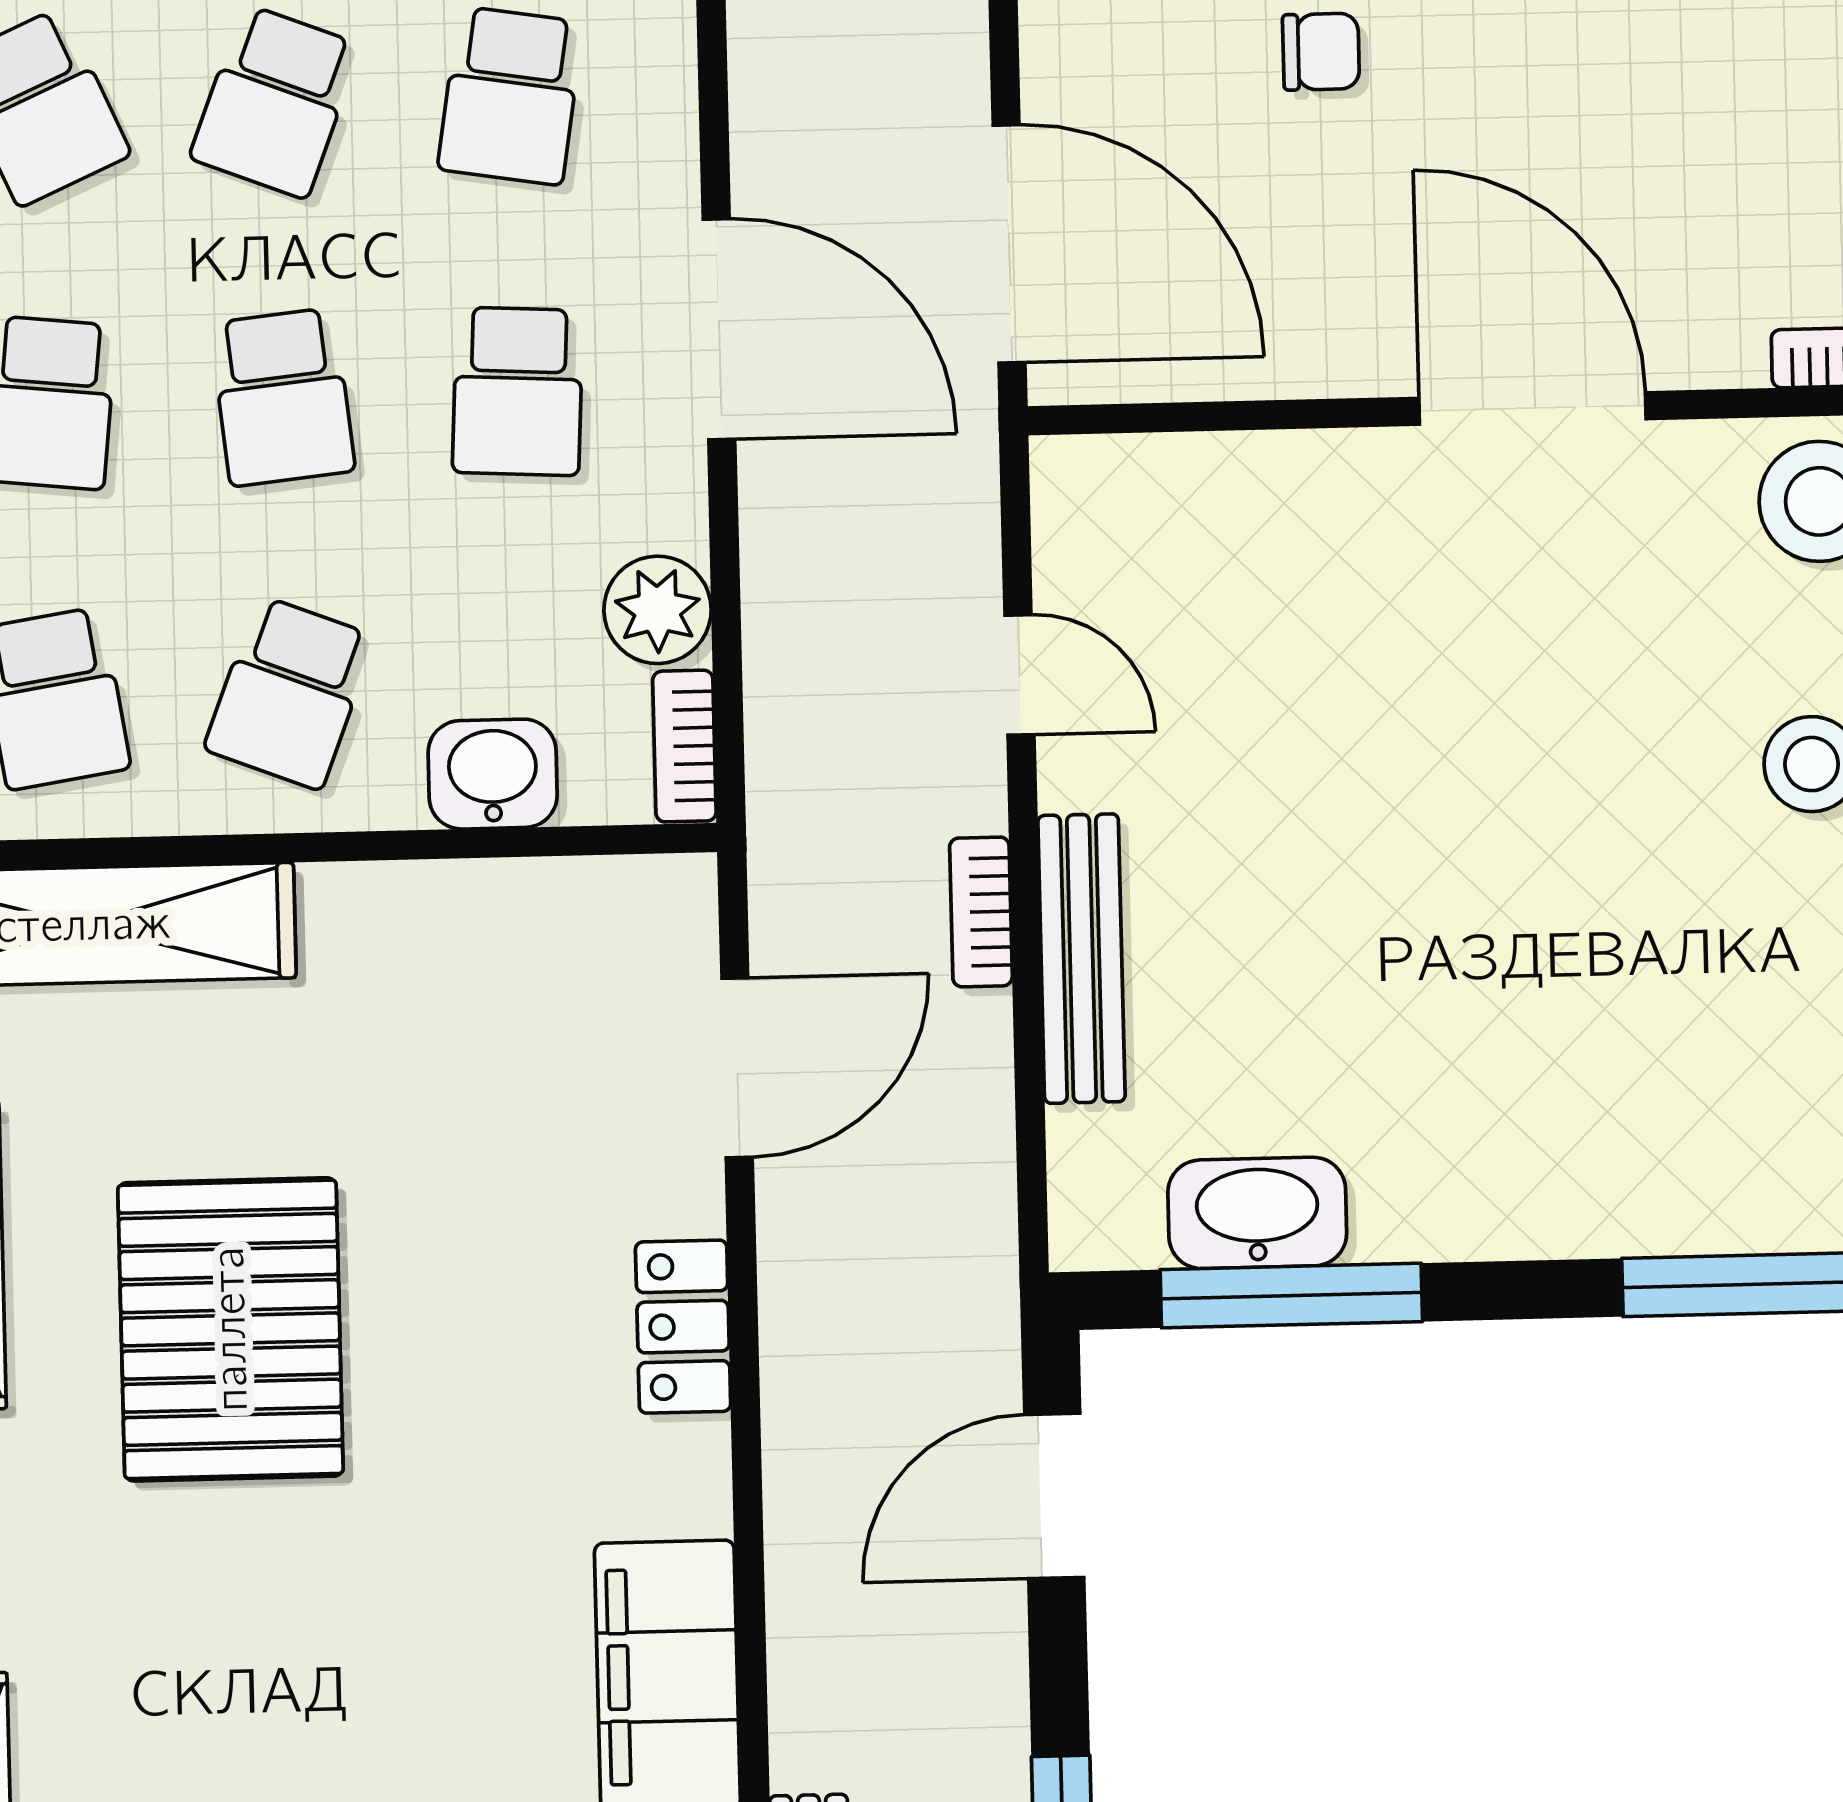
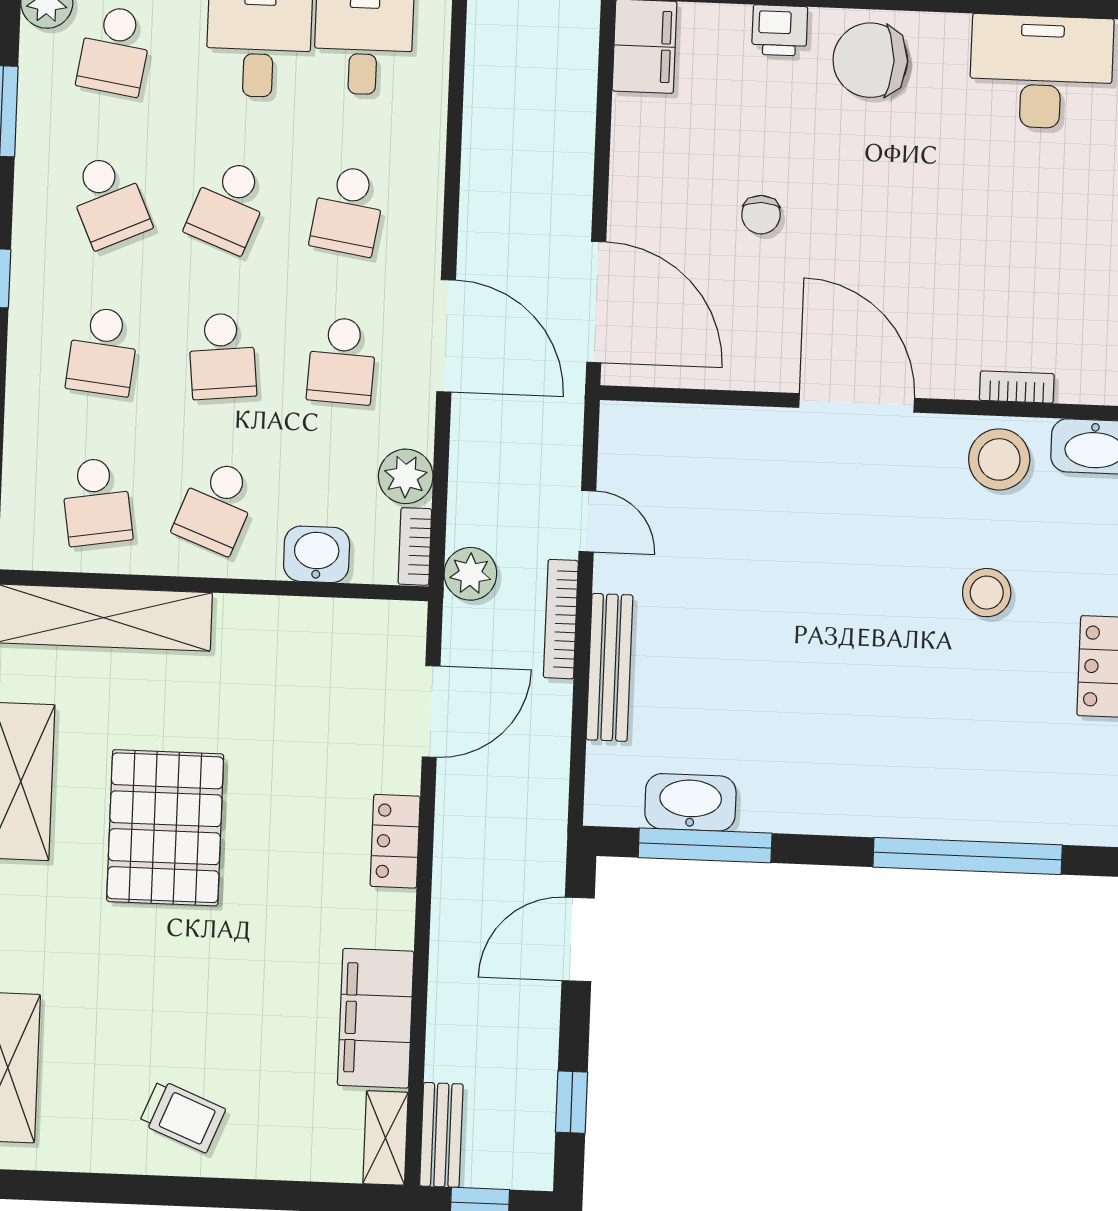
chair: (1321, 52) -> (761, 215), turned 90
plant: (797, 793) -> (470, 574), added
bookcase: (981, 912) -> (561, 619), width x1.56

